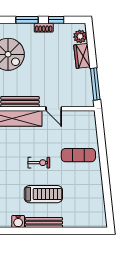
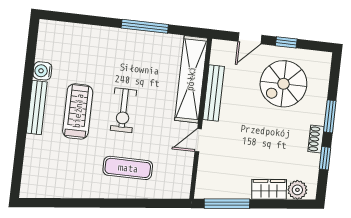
exercise mat: (78, 155) -> (128, 168), turned 90
exercise bike: (39, 163) -> (123, 110), width x1.38, depth x1.39
treadmill: (43, 194) -> (78, 111), turned 180

